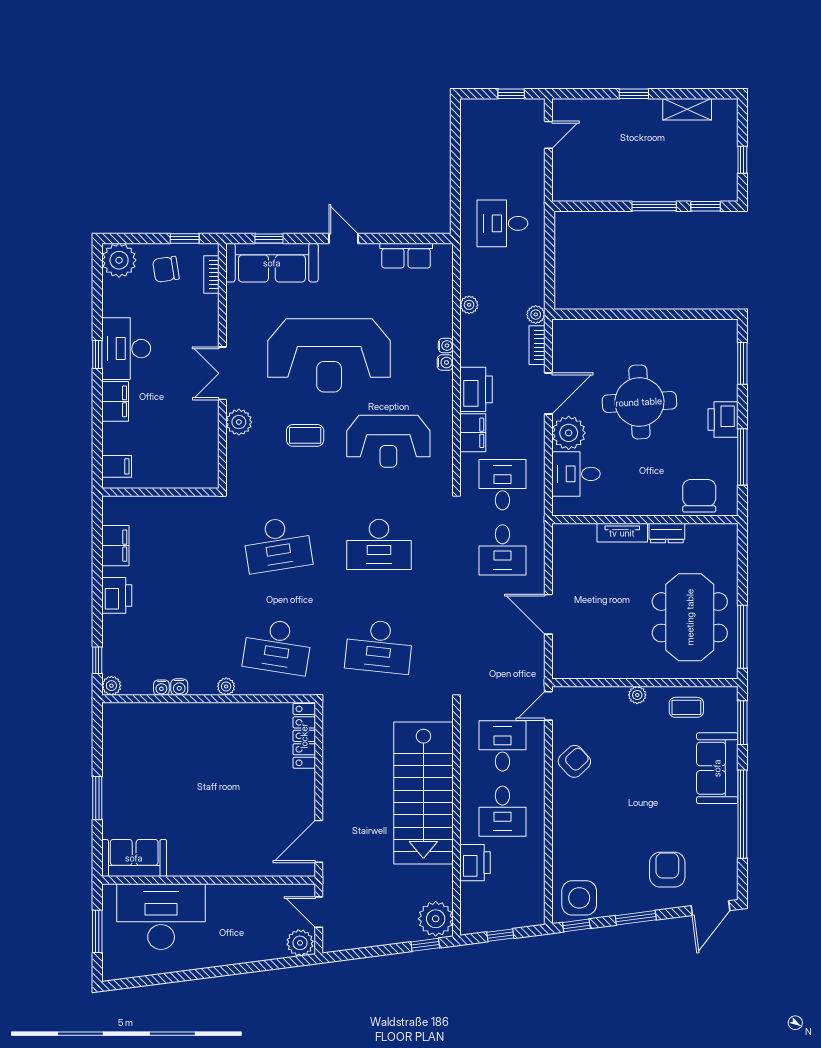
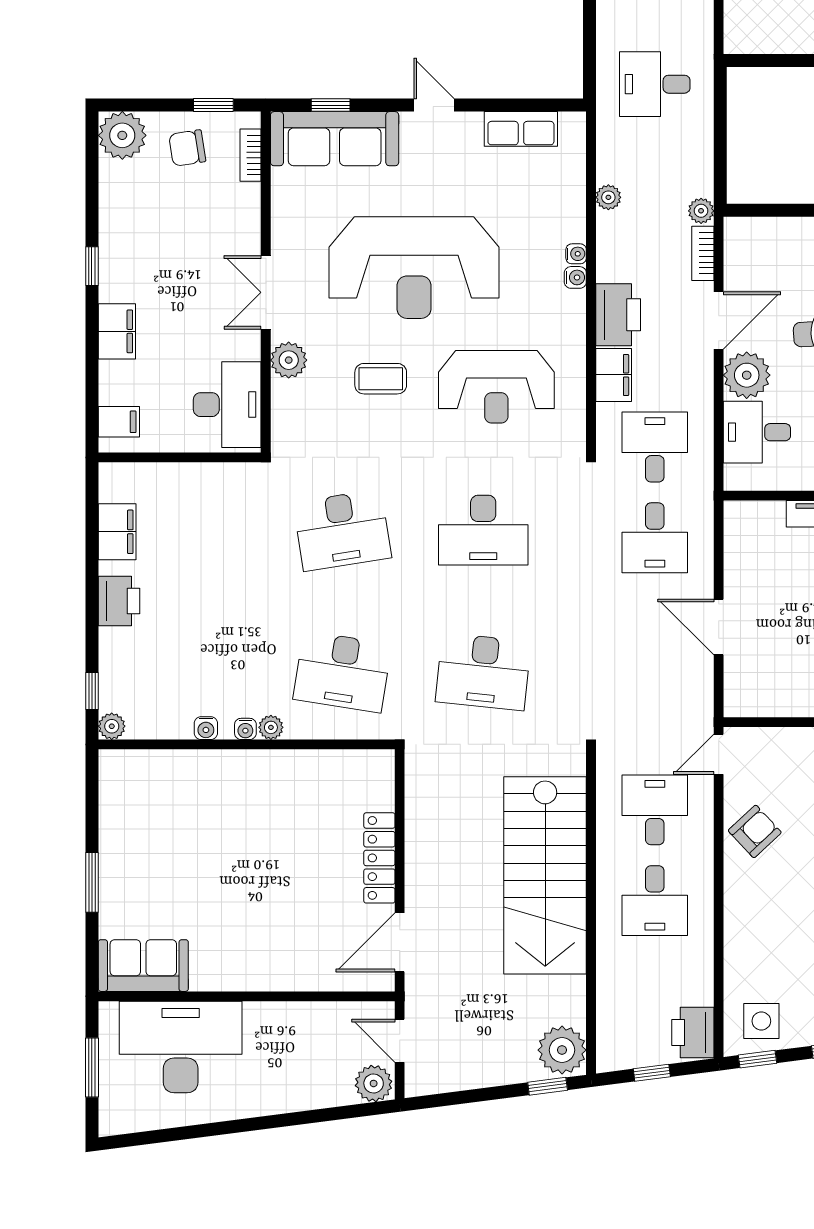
desk: (126, 349) -> (227, 405), moved, turned 180
water cooler: (161, 688) -> (245, 729), moved
locker: (304, 736) -> (379, 858), moved
printer: (475, 863) -> (693, 1033), moved, turned 180
side table: (579, 898) -> (761, 1021), width x0.73, depth x0.73

